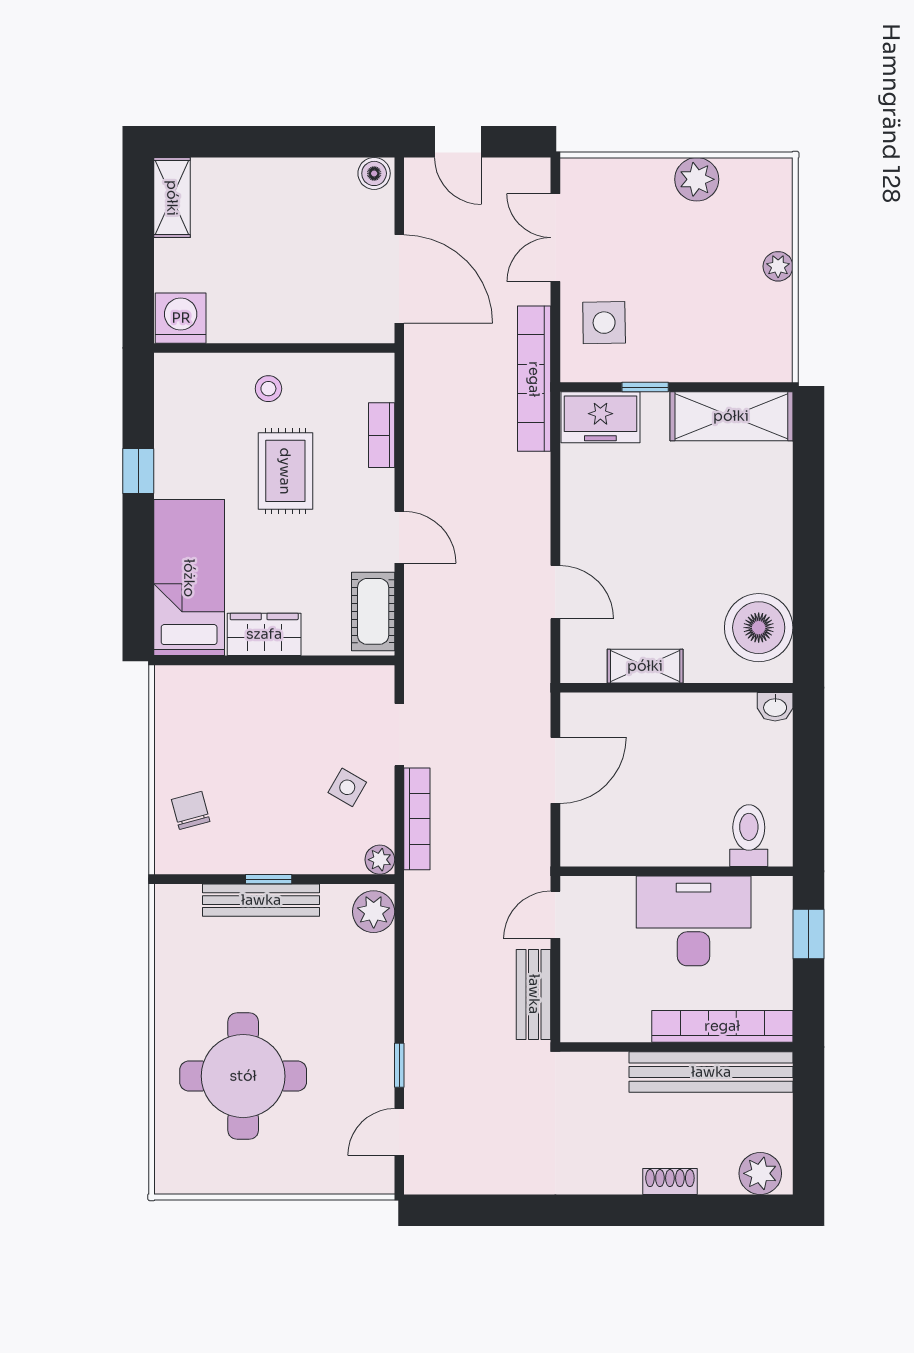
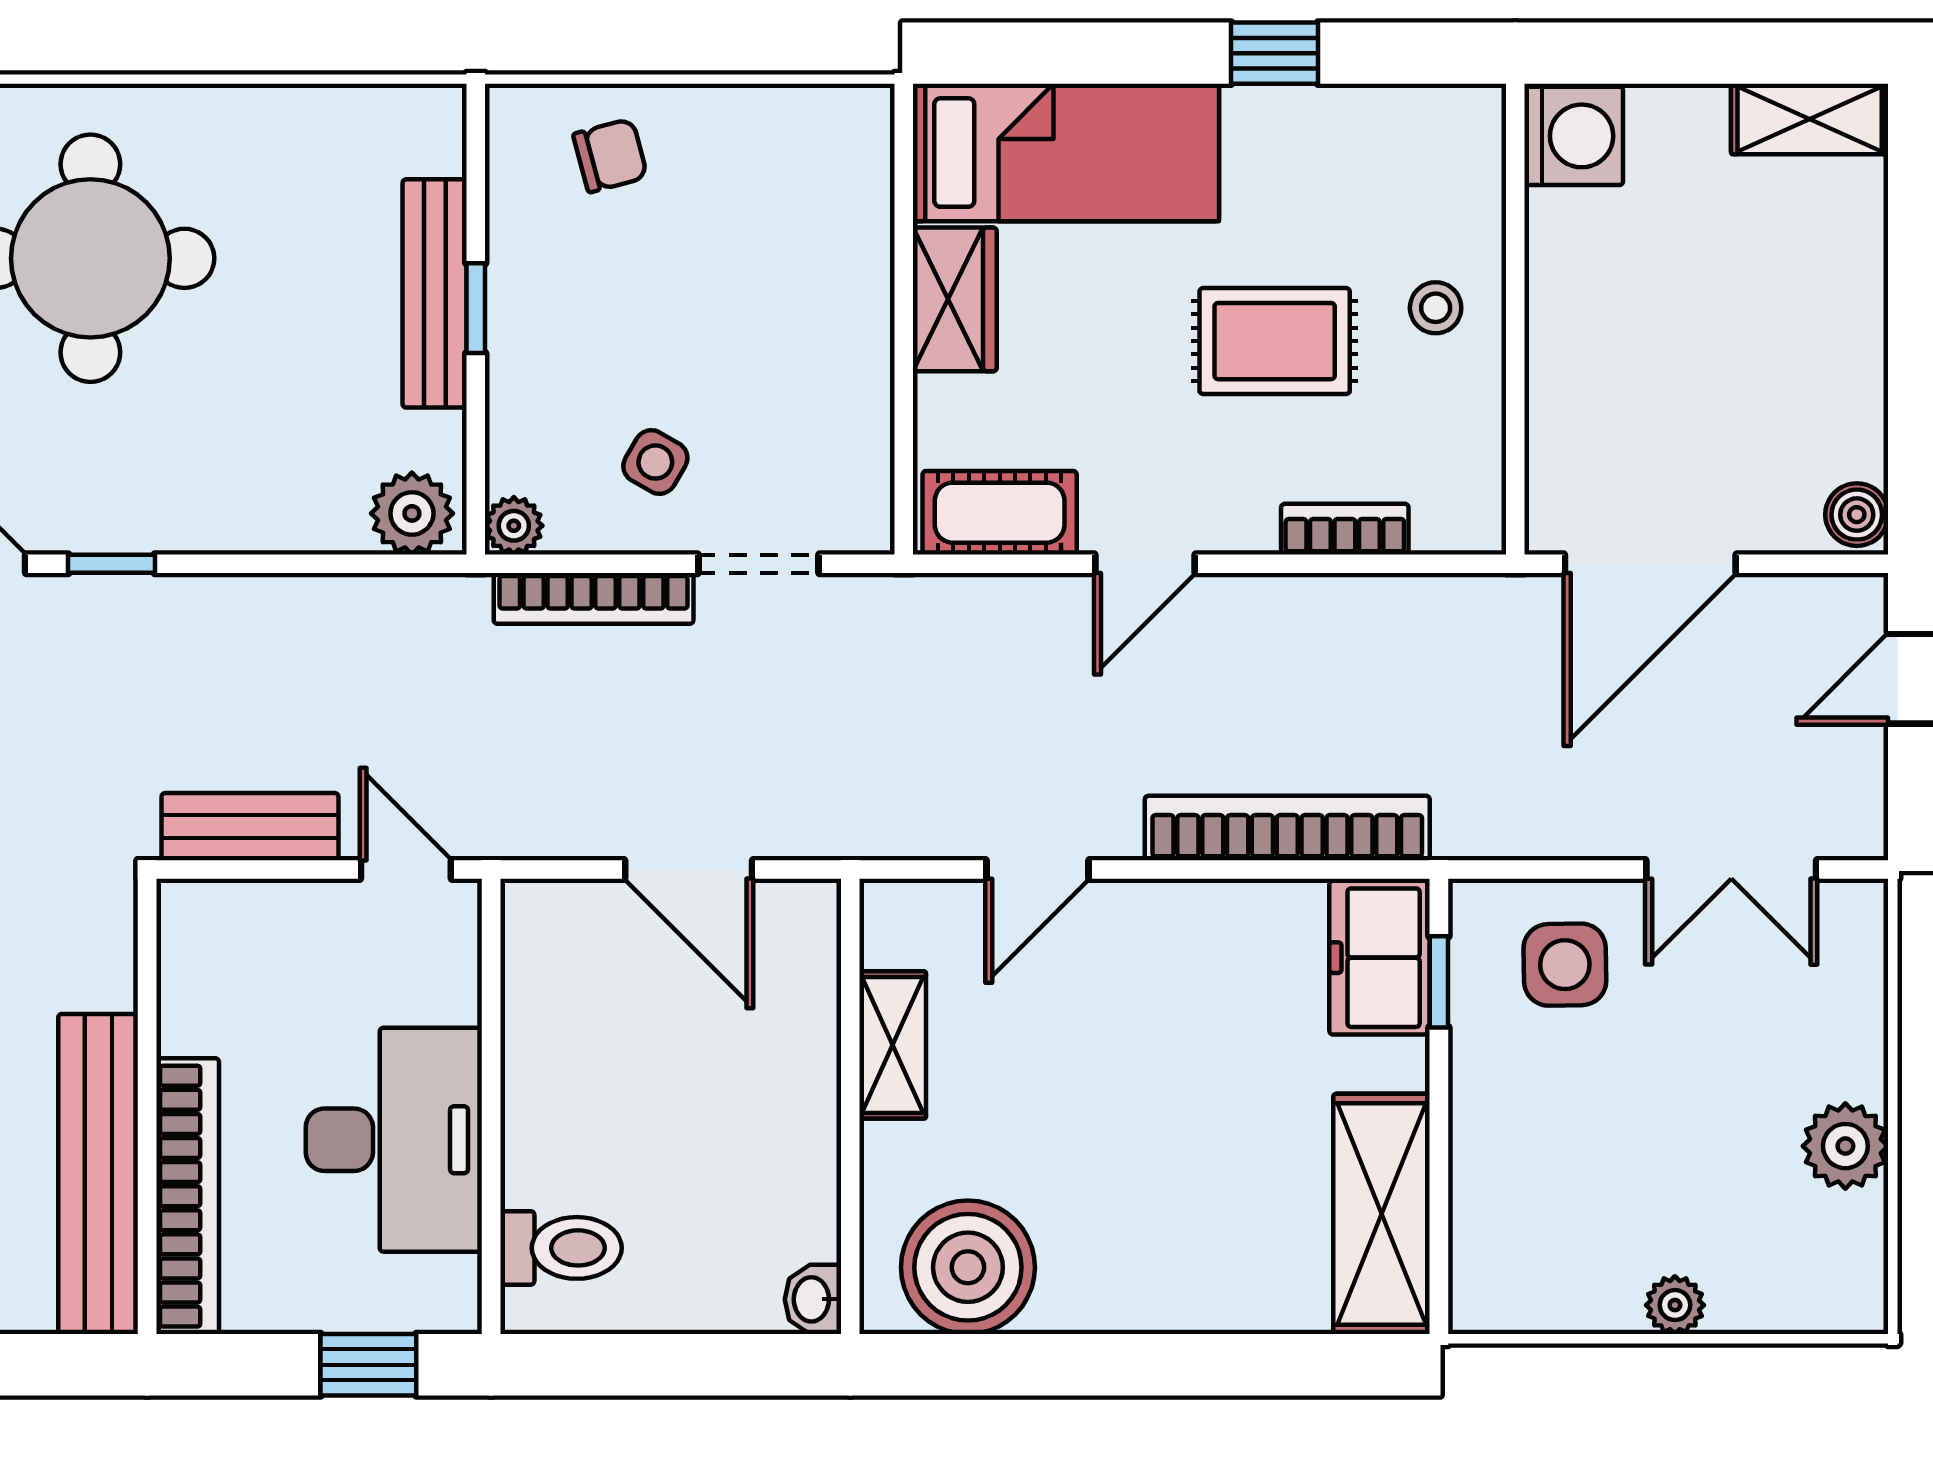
double door: (555, 238) -> (1731, 869), swing flipped
bookcase: (534, 379) -> (1287, 828), moved
window: (645, 387) -> (1439, 982), moved

